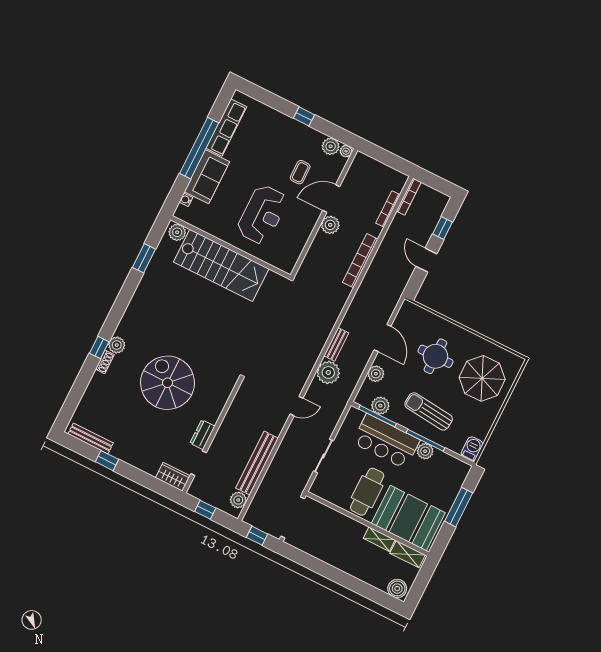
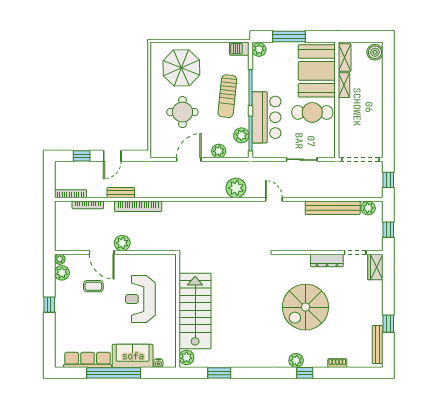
reception desk: (262, 215) -> (140, 299), turned -90
bench: (336, 344) -> (121, 193), moved
shoe rack: (105, 362) -> (337, 363), moved
dresser: (202, 435) -> (327, 260), width x1.44
plant: (425, 451) -> (259, 49), moved

